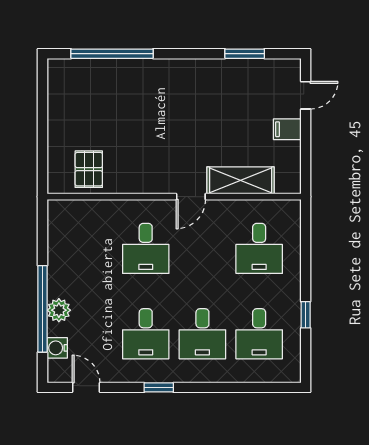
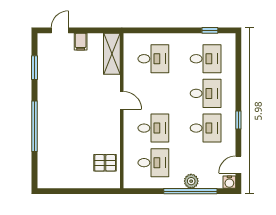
window: (112, 54) -> (35, 126), moved
door: (306, 95) -> (60, 30), hinge flipped
shelving: (241, 180) -> (112, 54), moved
desk: (89, 248) -> (153, 163), added
window: (306, 315) -> (210, 30), moved
water cooler: (57, 348) -> (229, 182), moved

